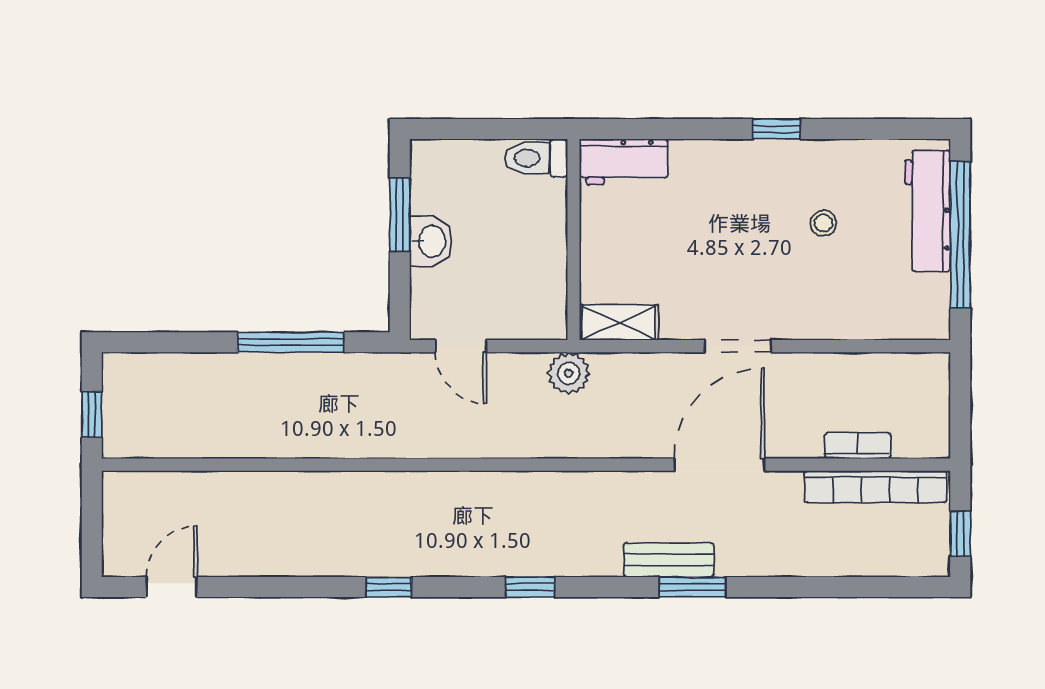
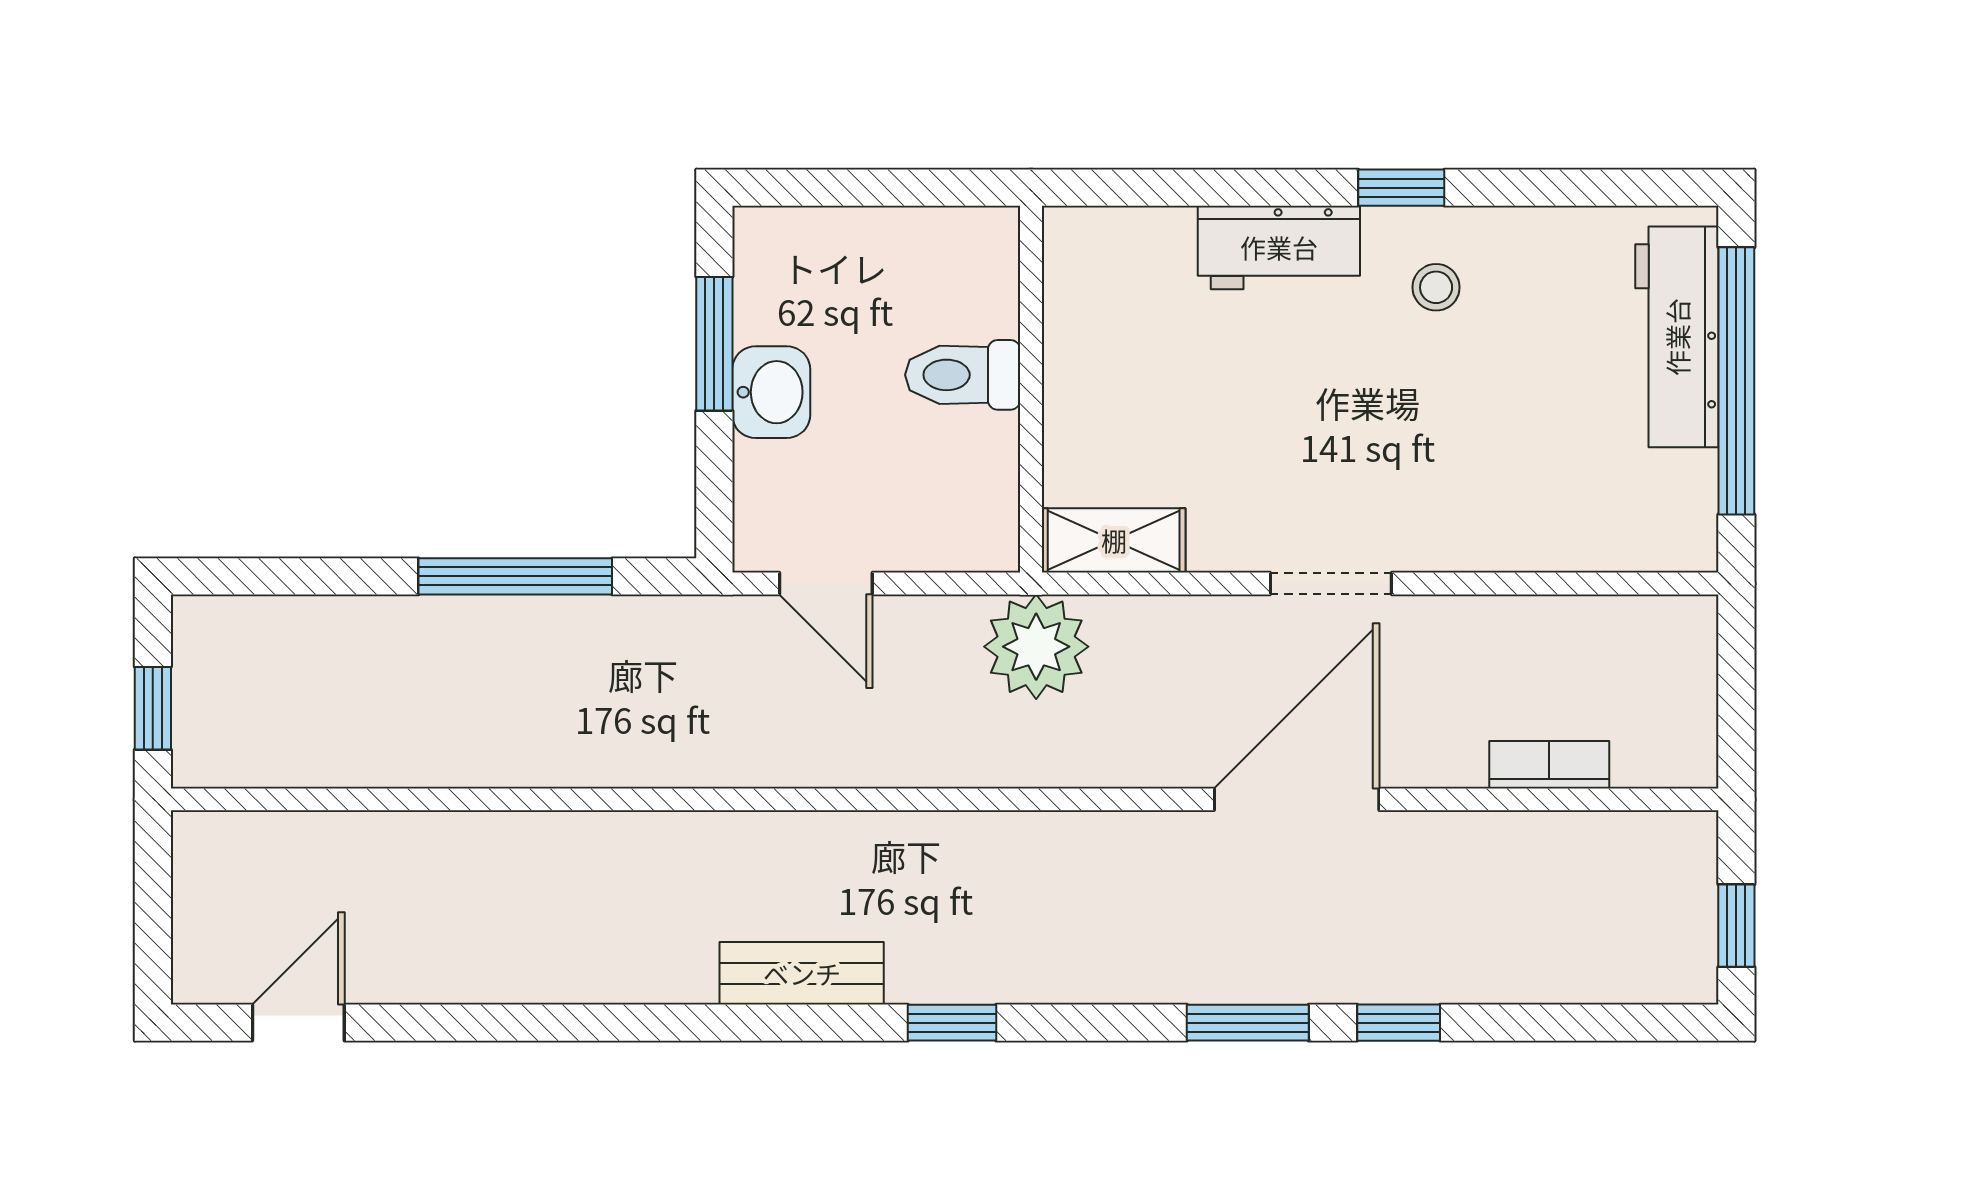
toilet: (536, 158) -> (963, 375), moved
workbench: (624, 162) -> (1279, 247), moved
stool: (823, 223) -> (1436, 287), moved
plant: (569, 373) -> (1036, 647), width x1.36, depth x1.36
bookcase: (876, 487) -> (1582, 840), removed
bench: (669, 560) -> (802, 973), moved
window: (389, 587) -> (1399, 1023), moved

